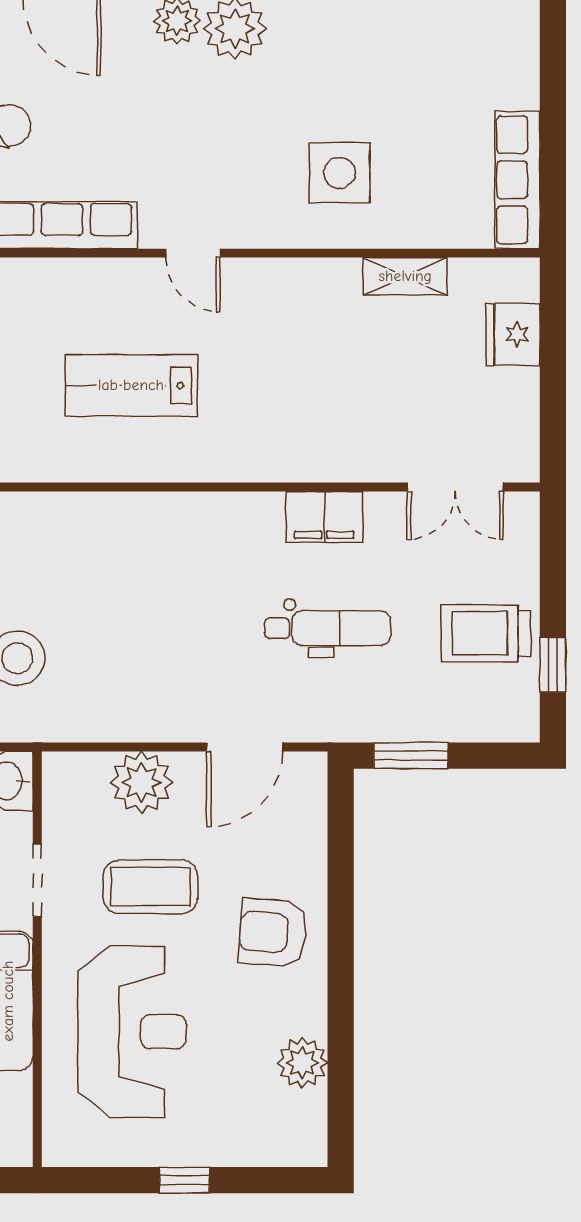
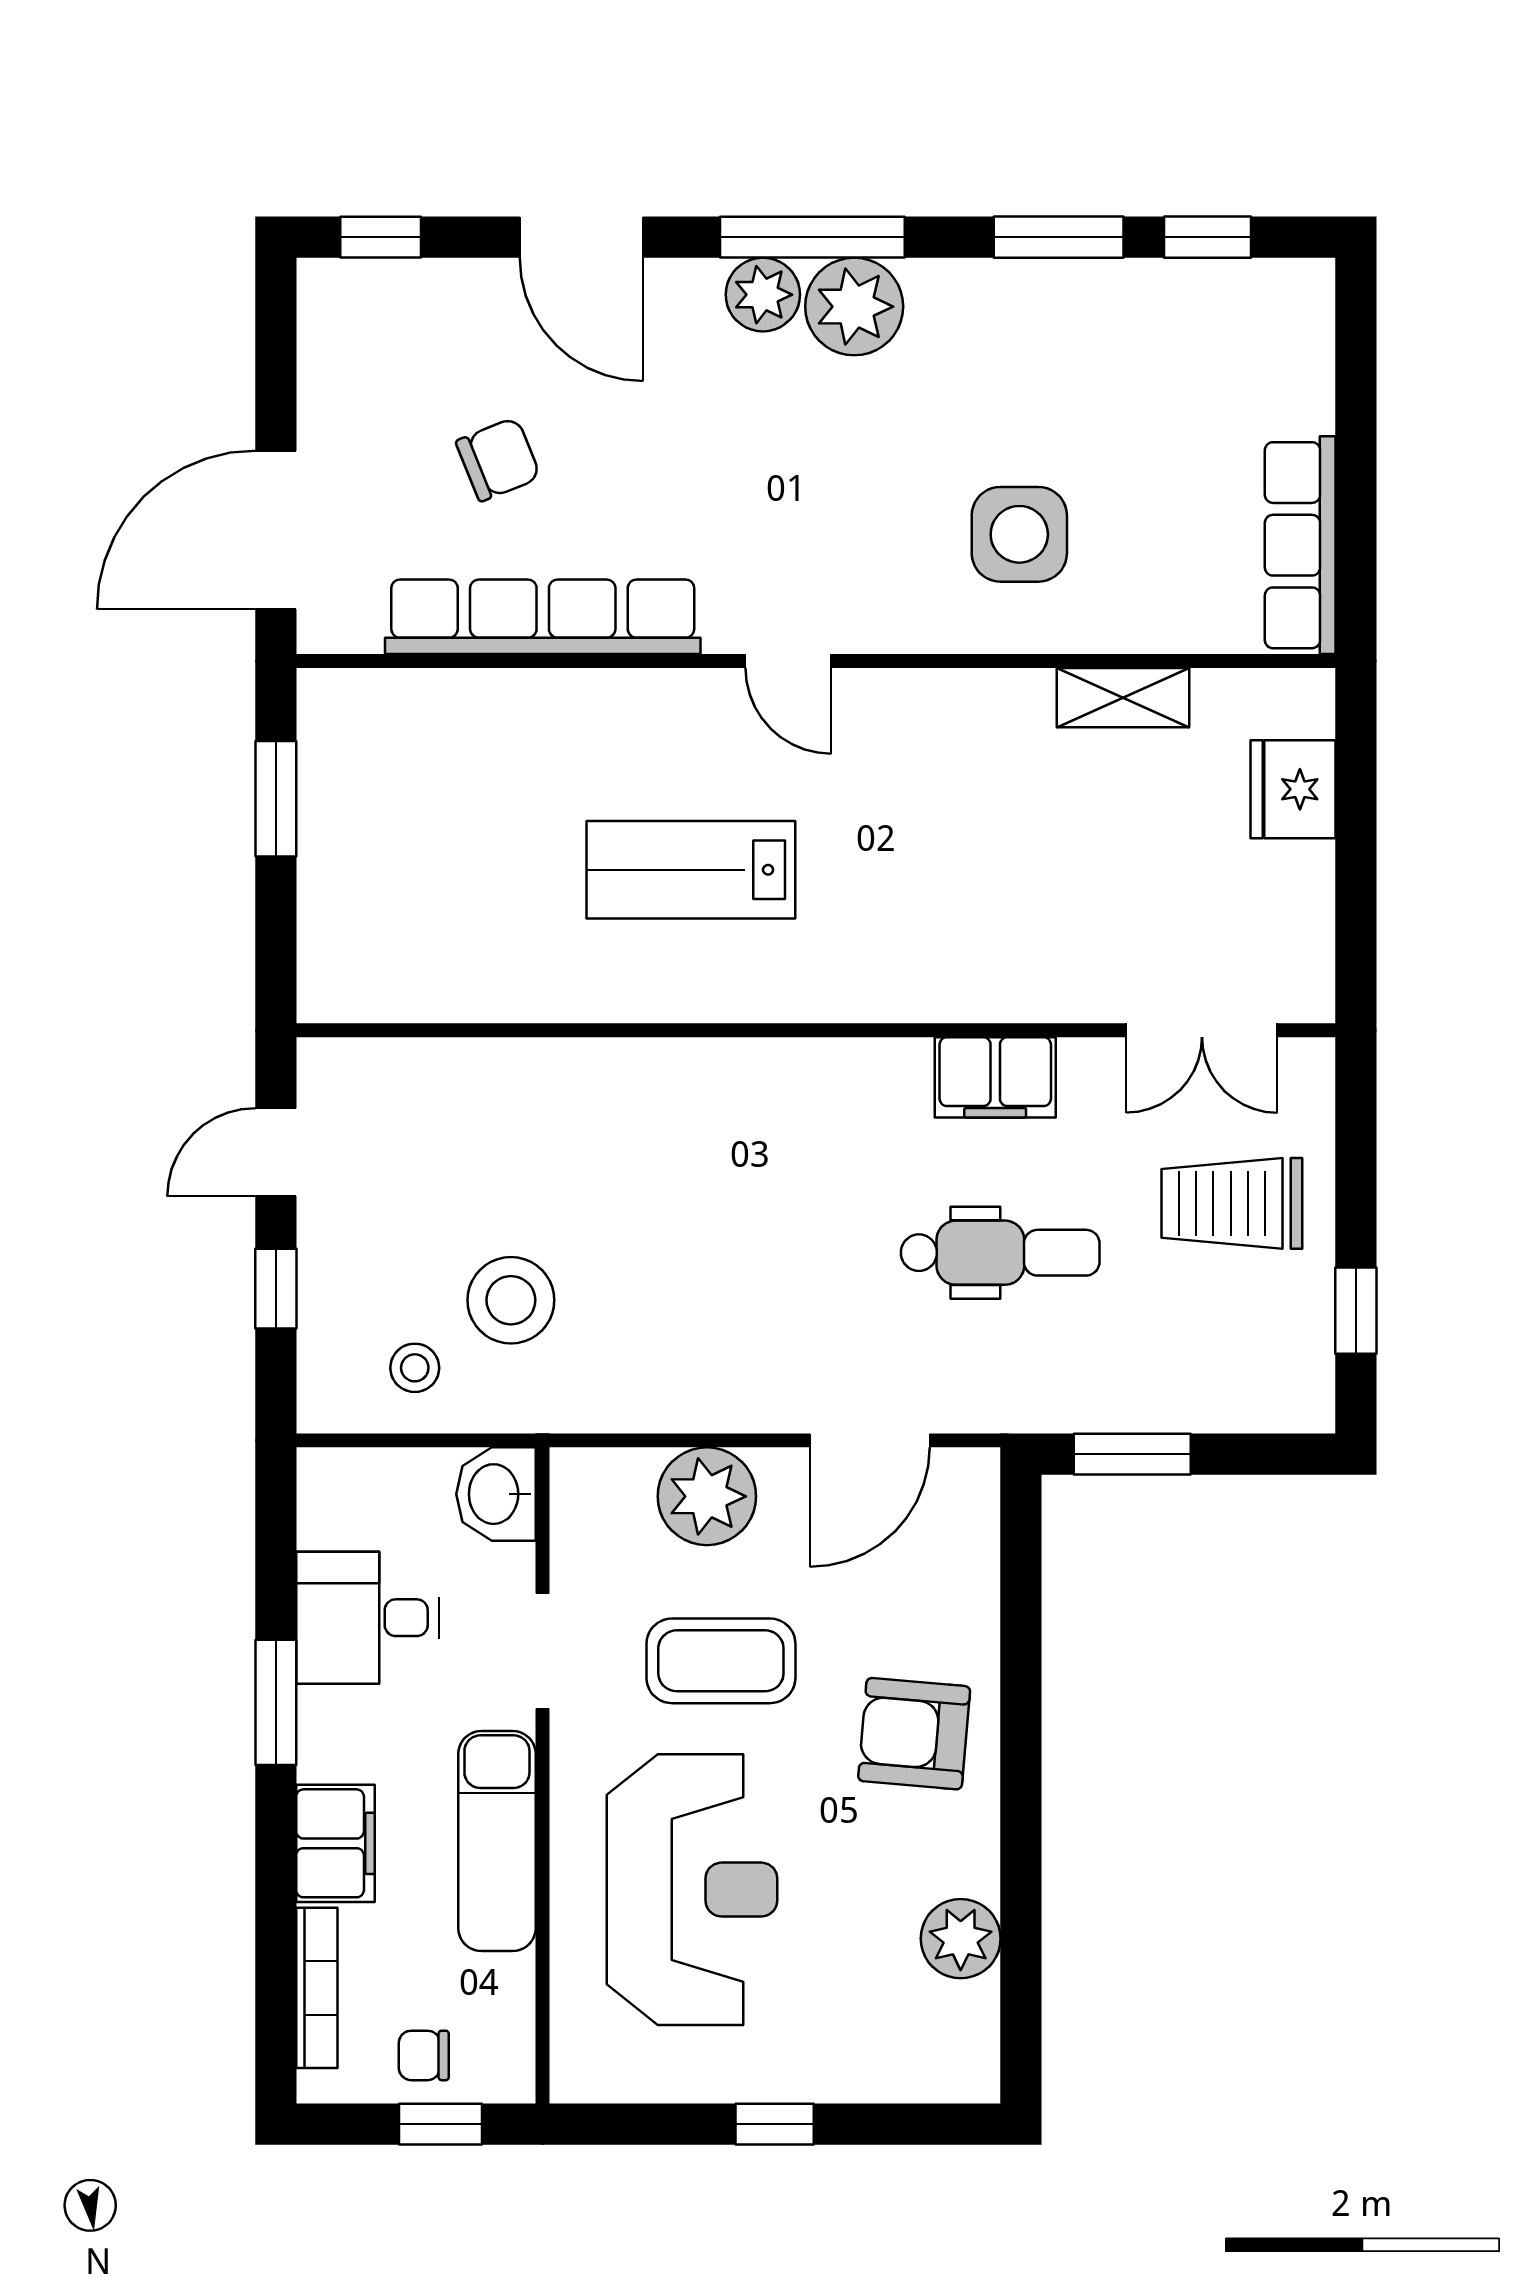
trolley: (486, 633) -> (1232, 1203), moved

